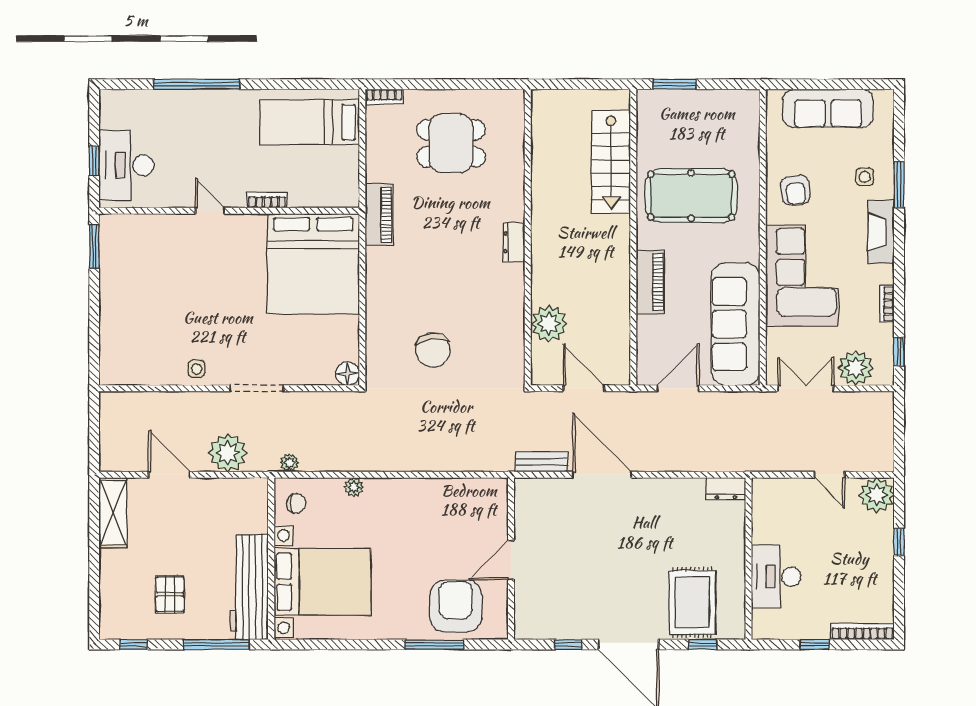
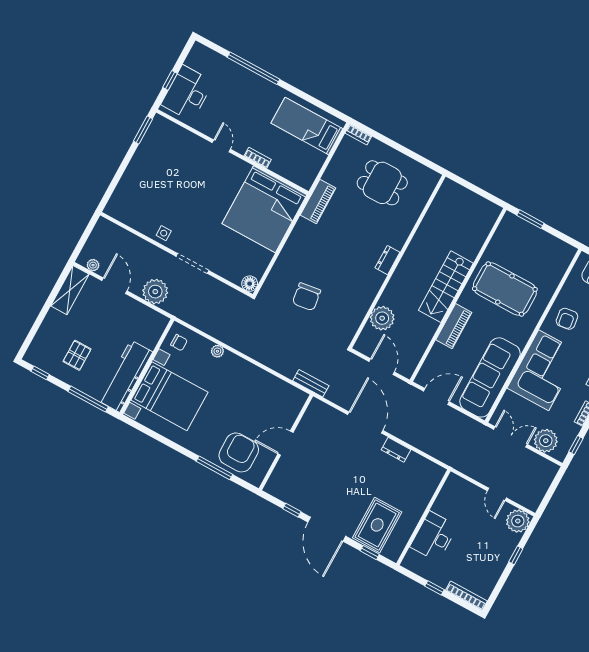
stairs: (611, 162) -> (446, 287), moved
bench: (541, 462) -> (311, 383), moved
plant: (289, 463) -> (93, 265), moved
dresser: (726, 489) -> (396, 450), moved

